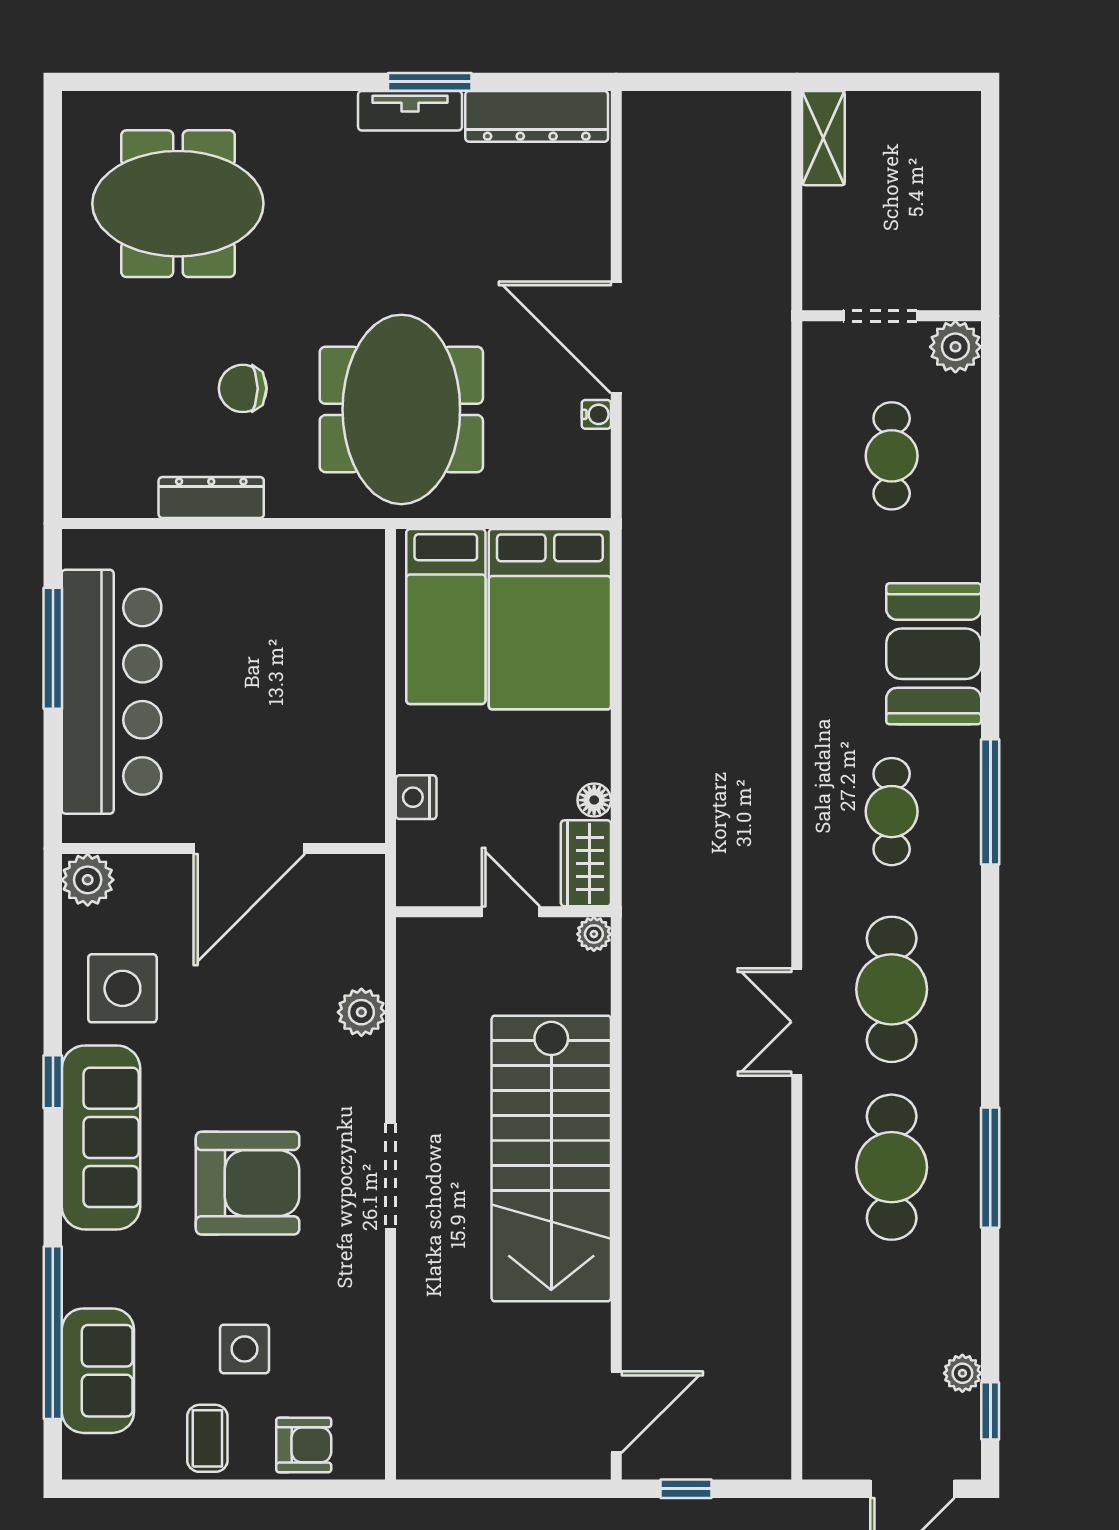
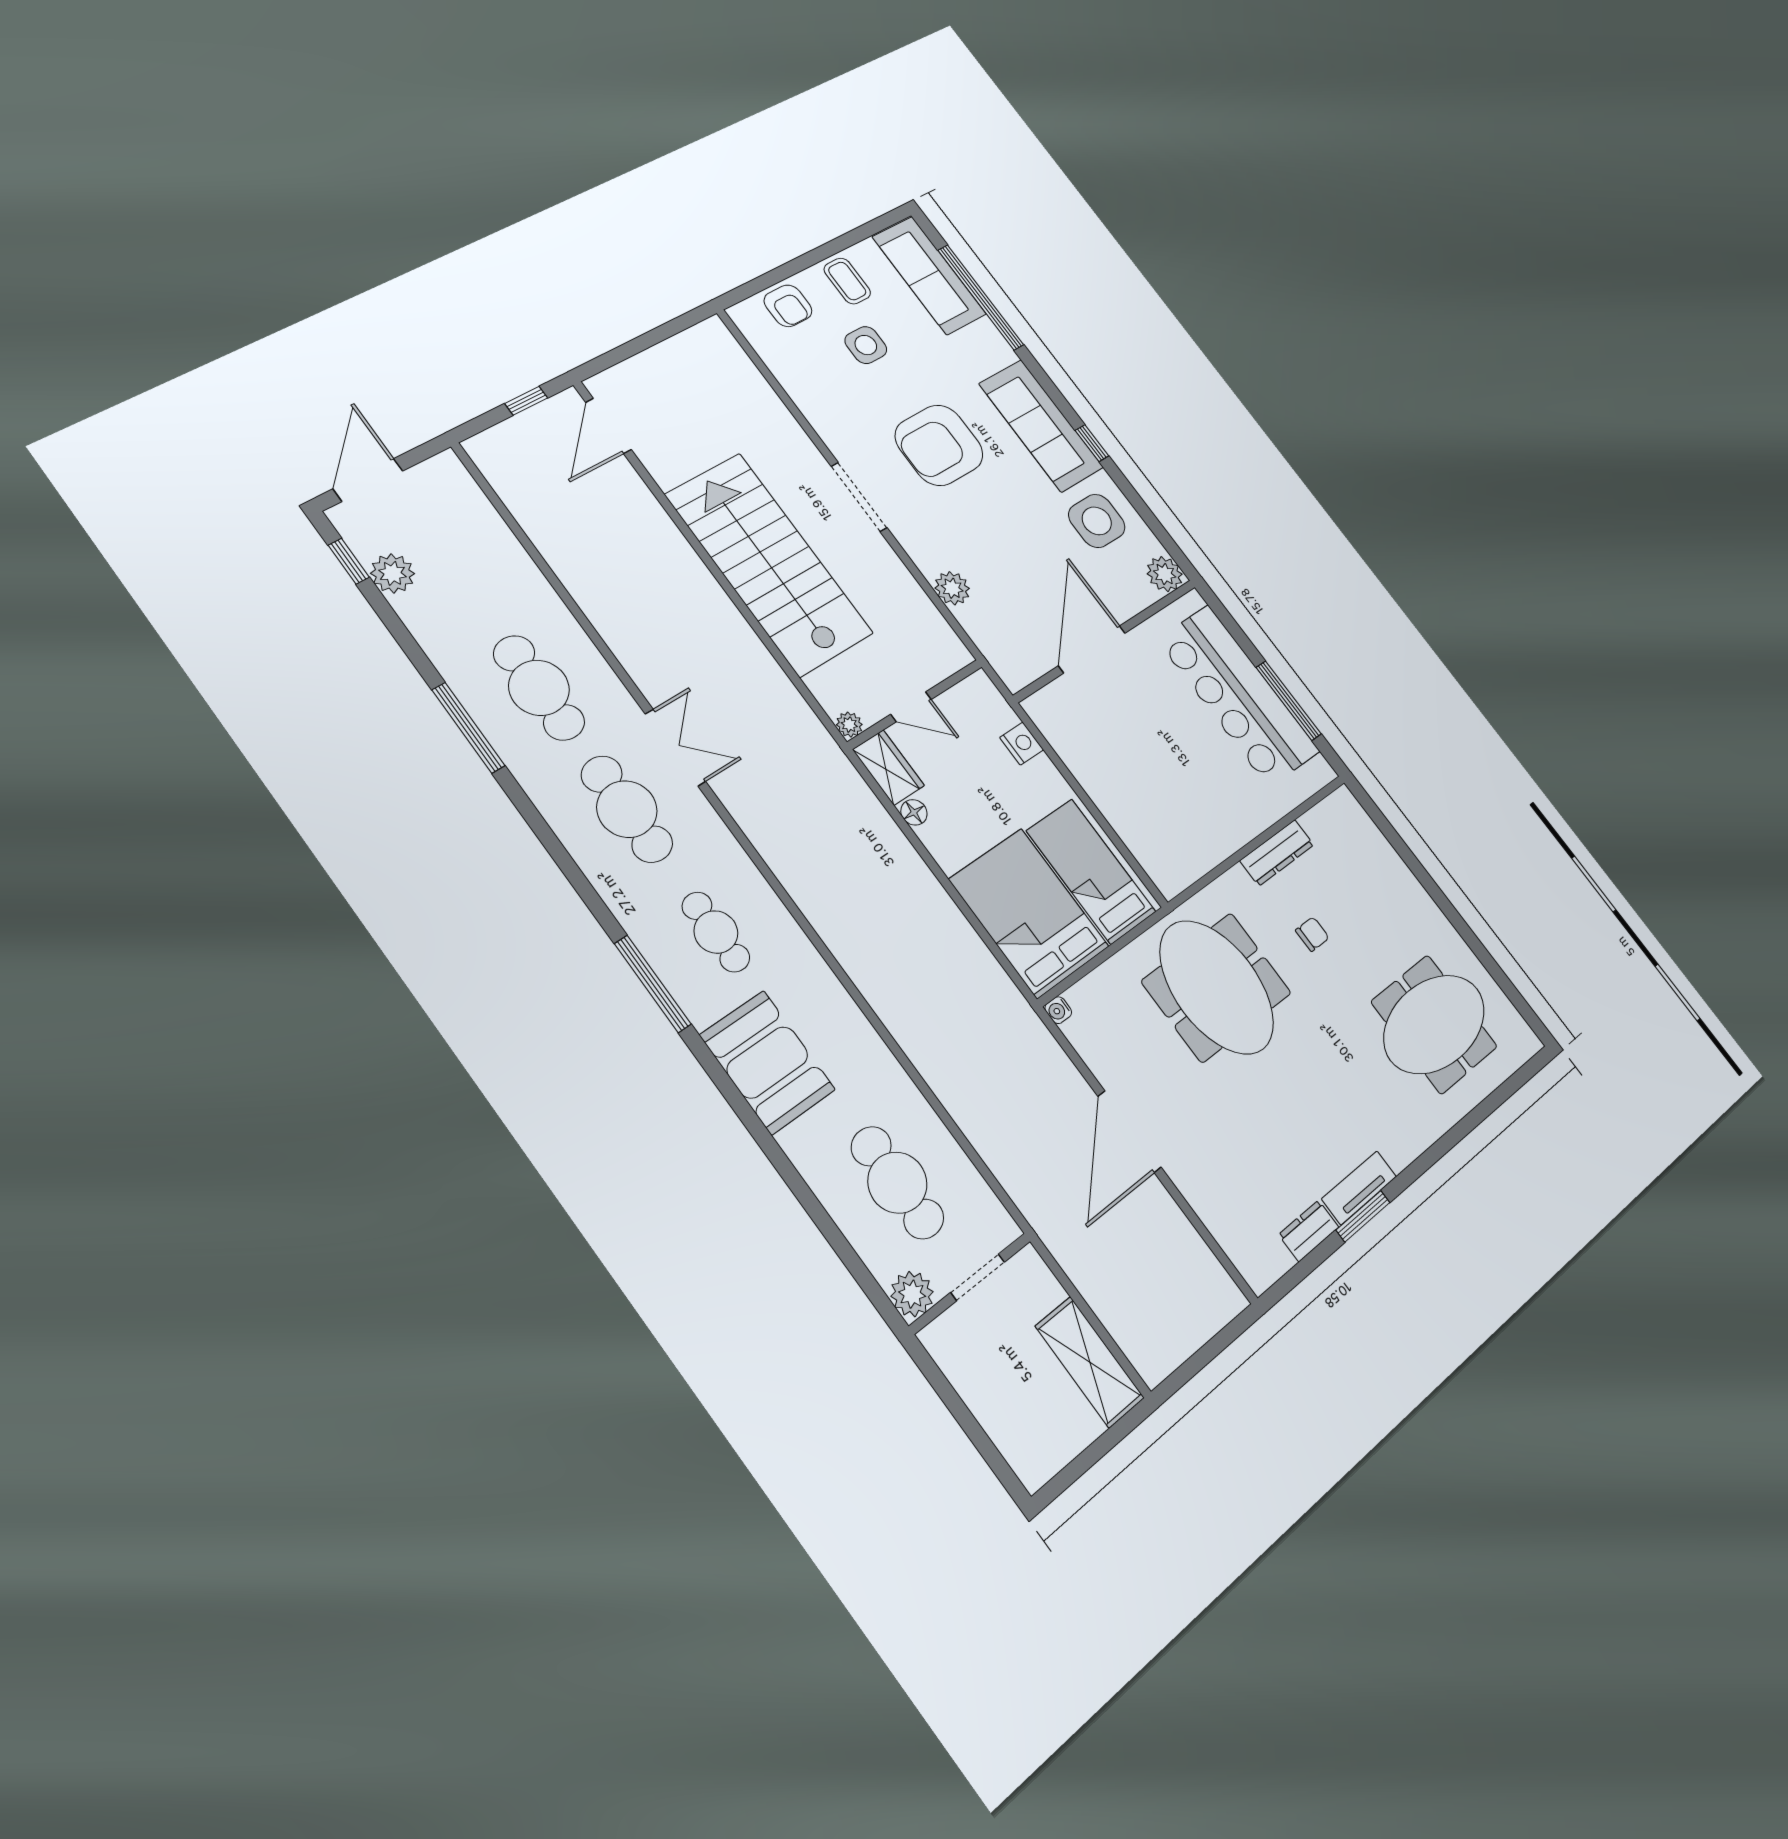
dresser: (537, 116) -> (1309, 1231), width x0.51, depth x0.80
shelving: (823, 138) -> (1090, 1362), width x1.50, depth x1.33
door: (616, 337) -> (1130, 1132), swing flipped
chair: (243, 388) -> (1312, 934), width x0.73, depth x0.73
water cooler: (596, 414) -> (1058, 1010), moved
cafe table: (892, 456) -> (897, 1183), width x1.37, depth x1.35
sofa: (98, 1371) -> (929, 275), width x1.36
plant: (962, 1373) -> (392, 573), width x1.38, depth x1.38
armchair: (304, 1445) -> (788, 306), turned -90

